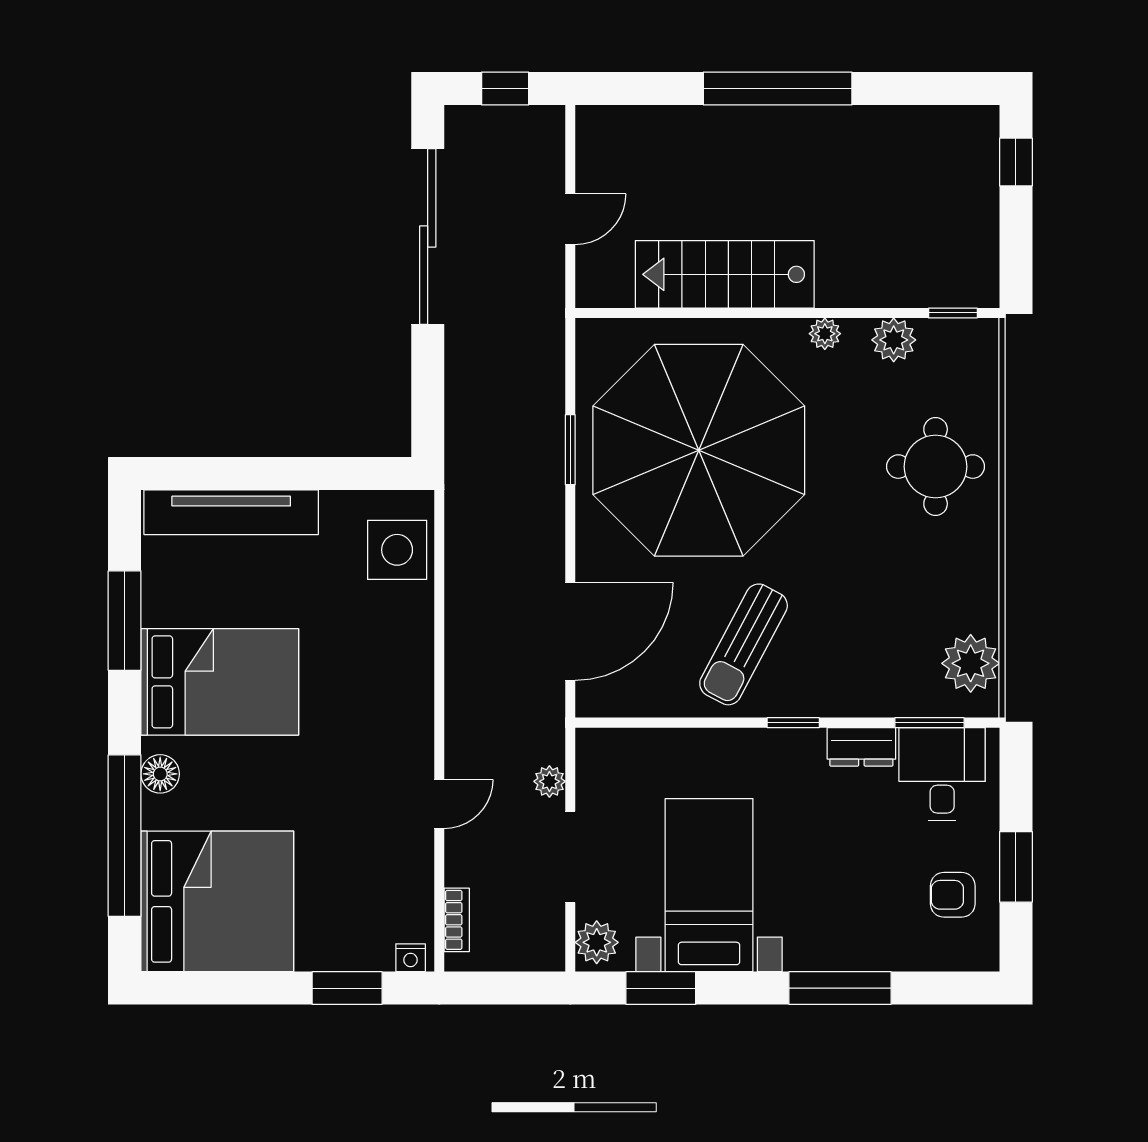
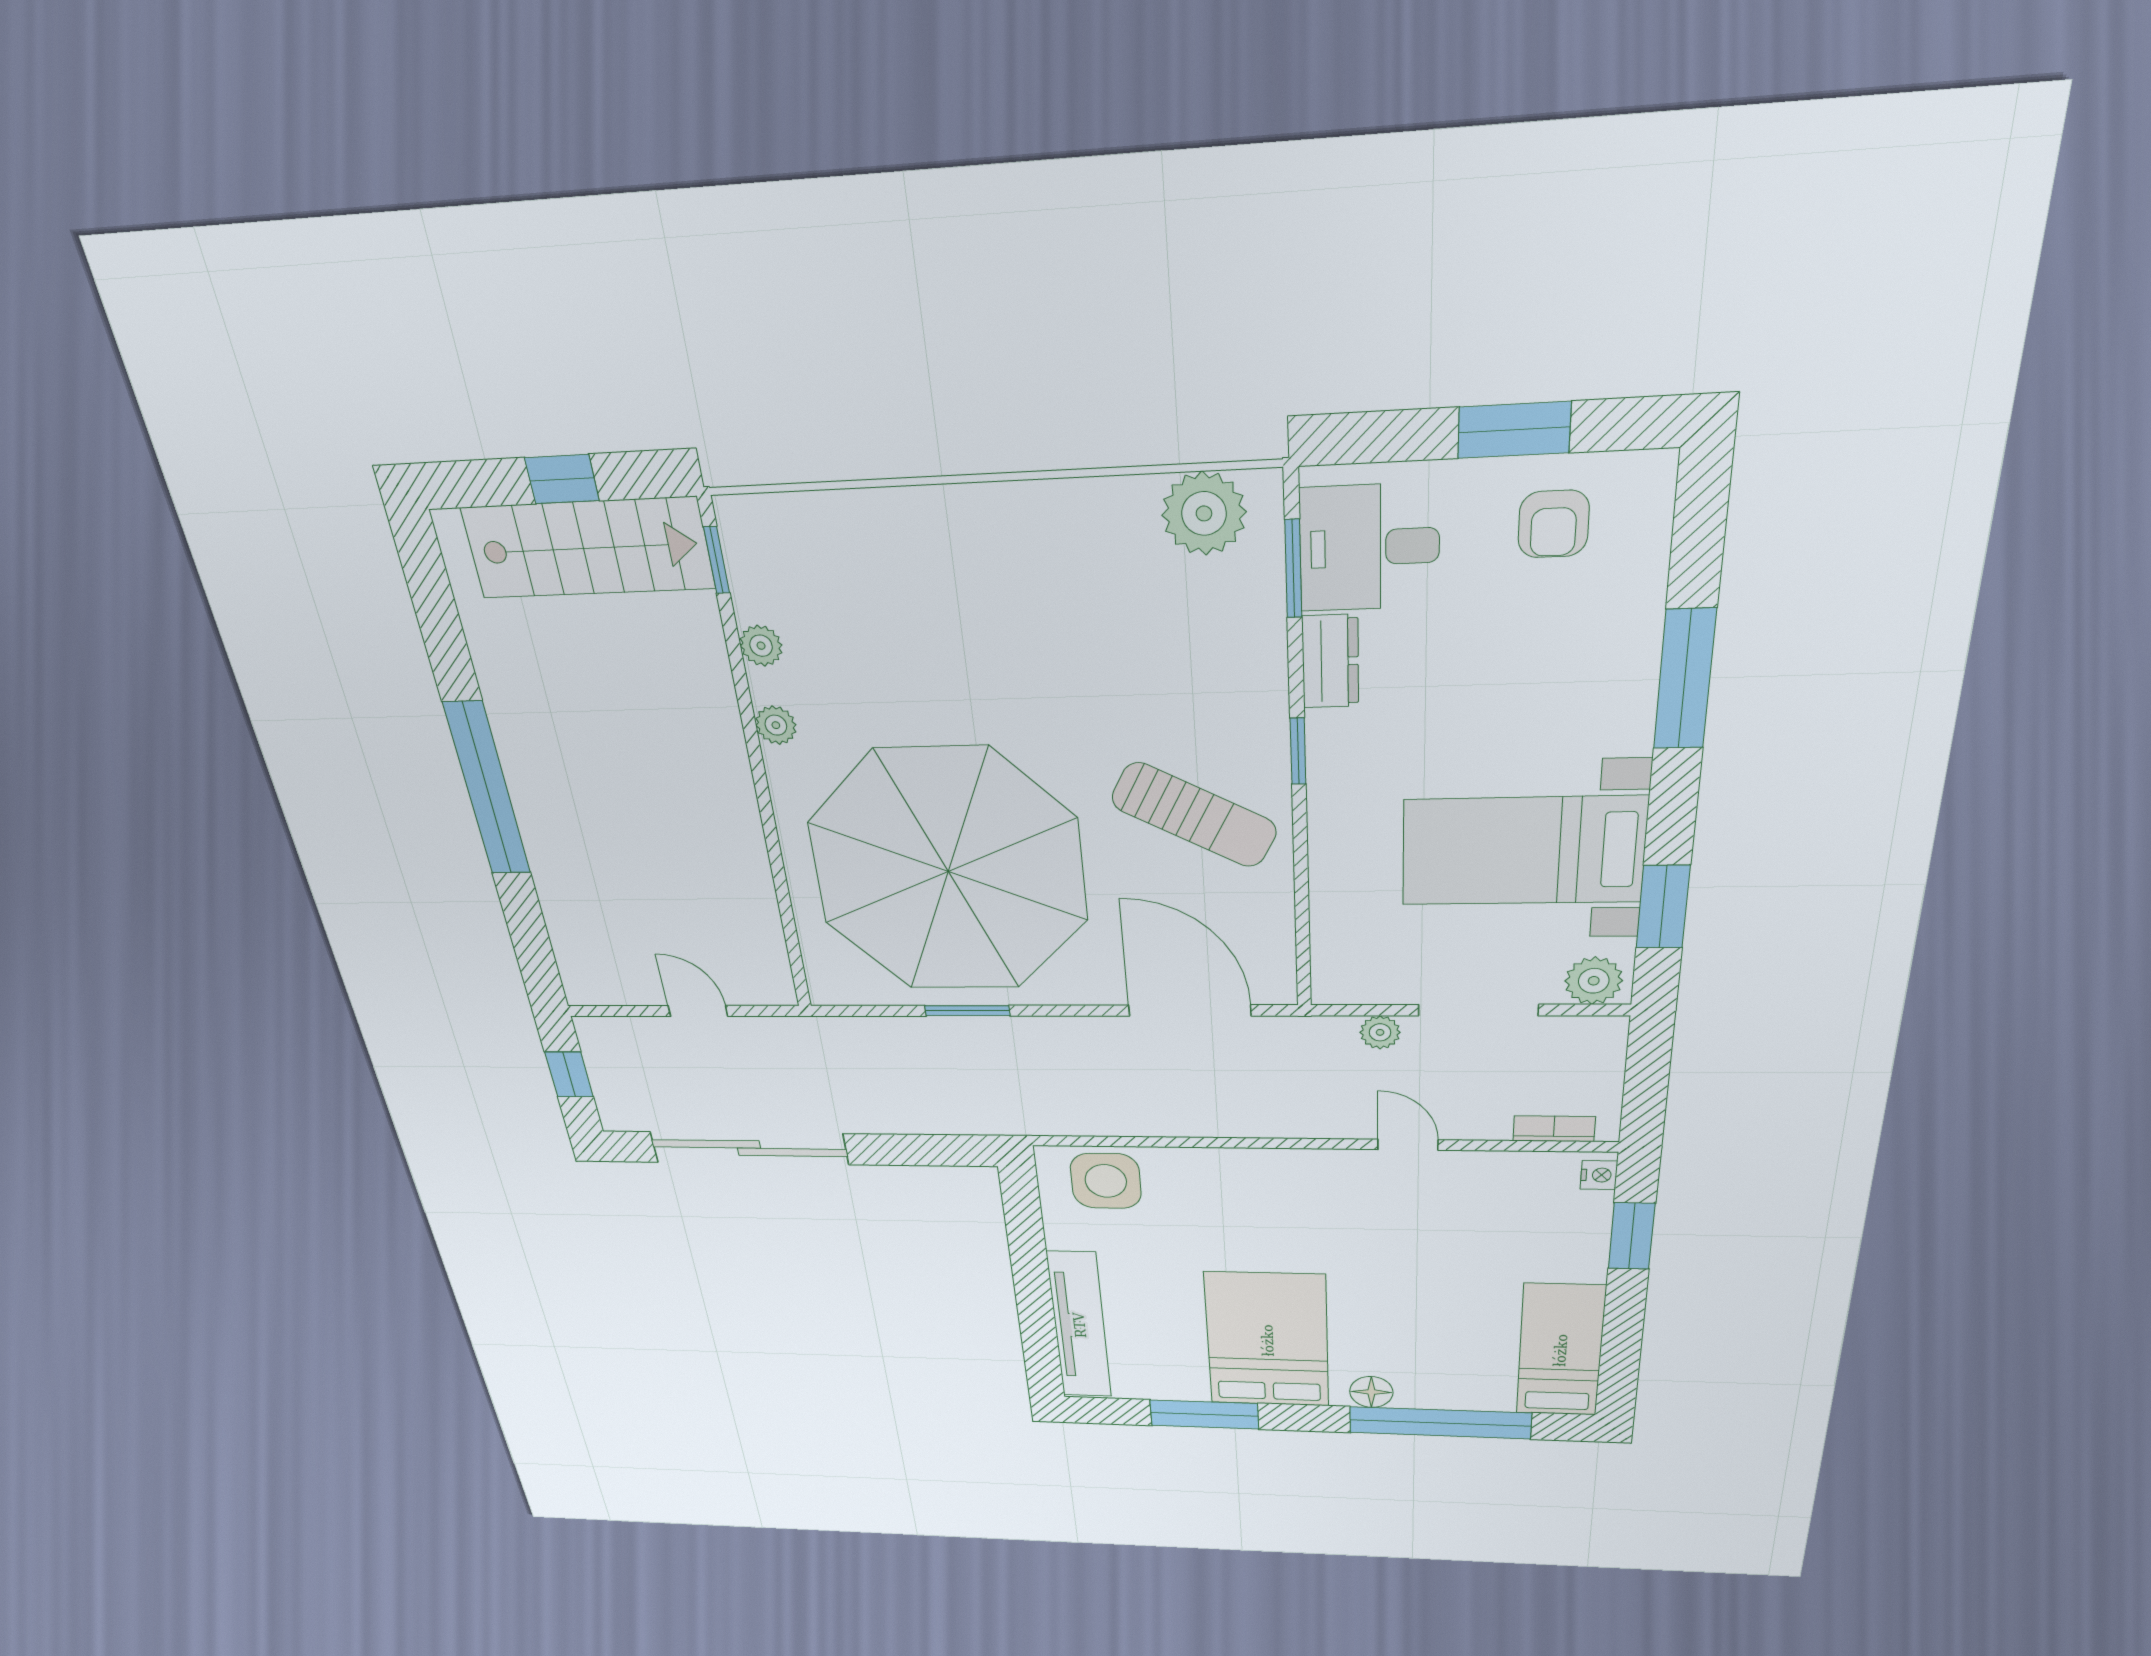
window: (1016, 162) -> (562, 479), moved
stairs: (725, 274) -> (588, 548), moved, turned -90
plant: (894, 340) -> (761, 646), width x0.73, depth x0.73
round table: (936, 467) -> (929, 575), removed
bed: (217, 901) -> (1560, 1350), width x0.49

